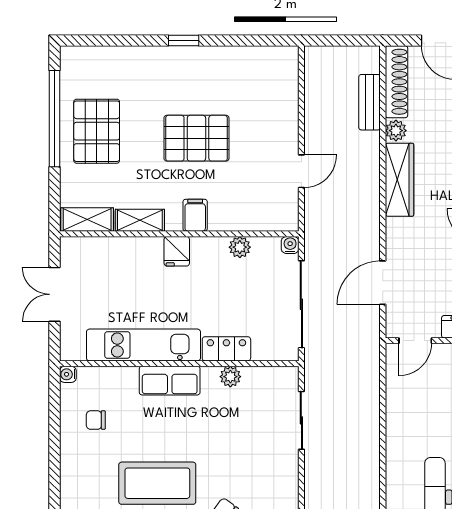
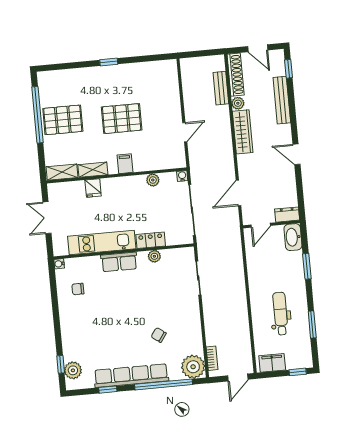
pallet: (97, 131) -> (63, 120), turned 90
fridge: (177, 251) -> (93, 188), moved
coffee table: (157, 483) -> (117, 323), removed

